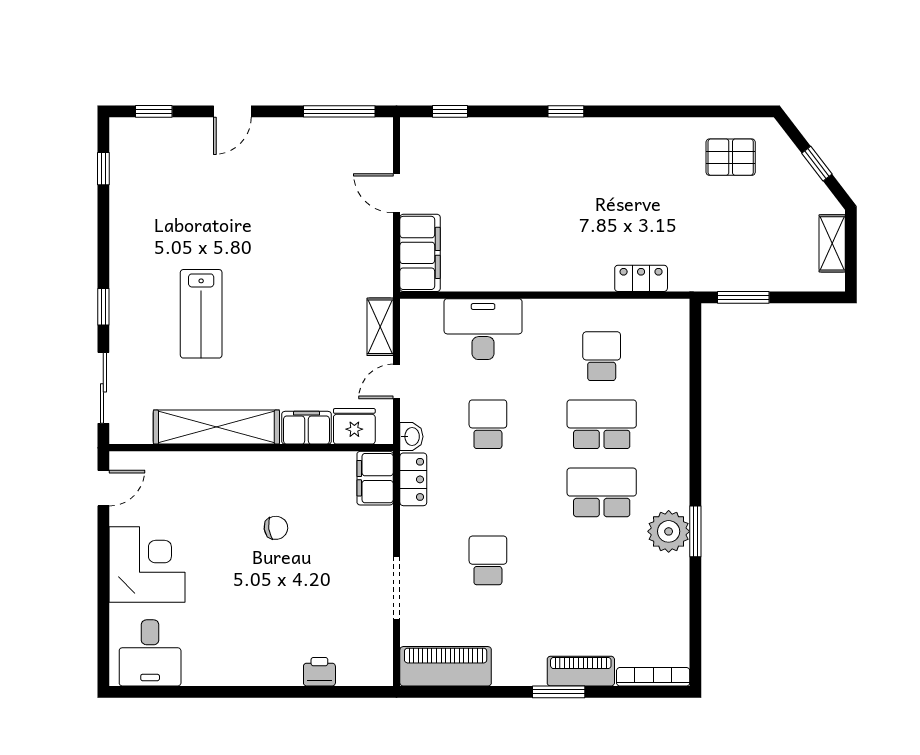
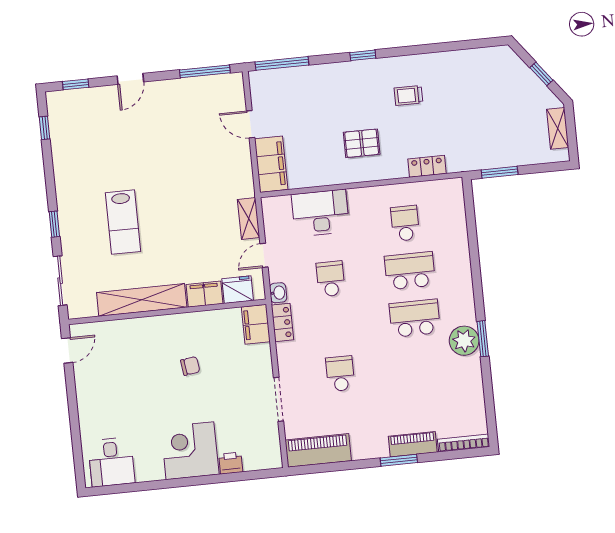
window: (450, 111) -> (282, 63), width x2.17
pallet: (731, 157) -> (362, 143), moved
trolley: (625, 175) -> (408, 95), added
corner desk: (147, 565) -> (190, 451), moved, turned -90

